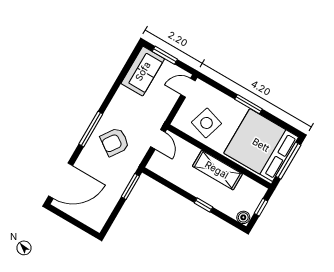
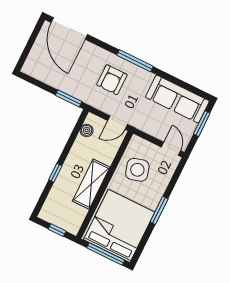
sofa: (143, 71) -> (177, 99), width x1.36
side table: (206, 123) -> (137, 170), turned -33
window: (91, 129) -> (135, 61), moved
armchair: (115, 142) -> (112, 80), turned -125
boiler: (243, 217) -> (87, 130), moved

